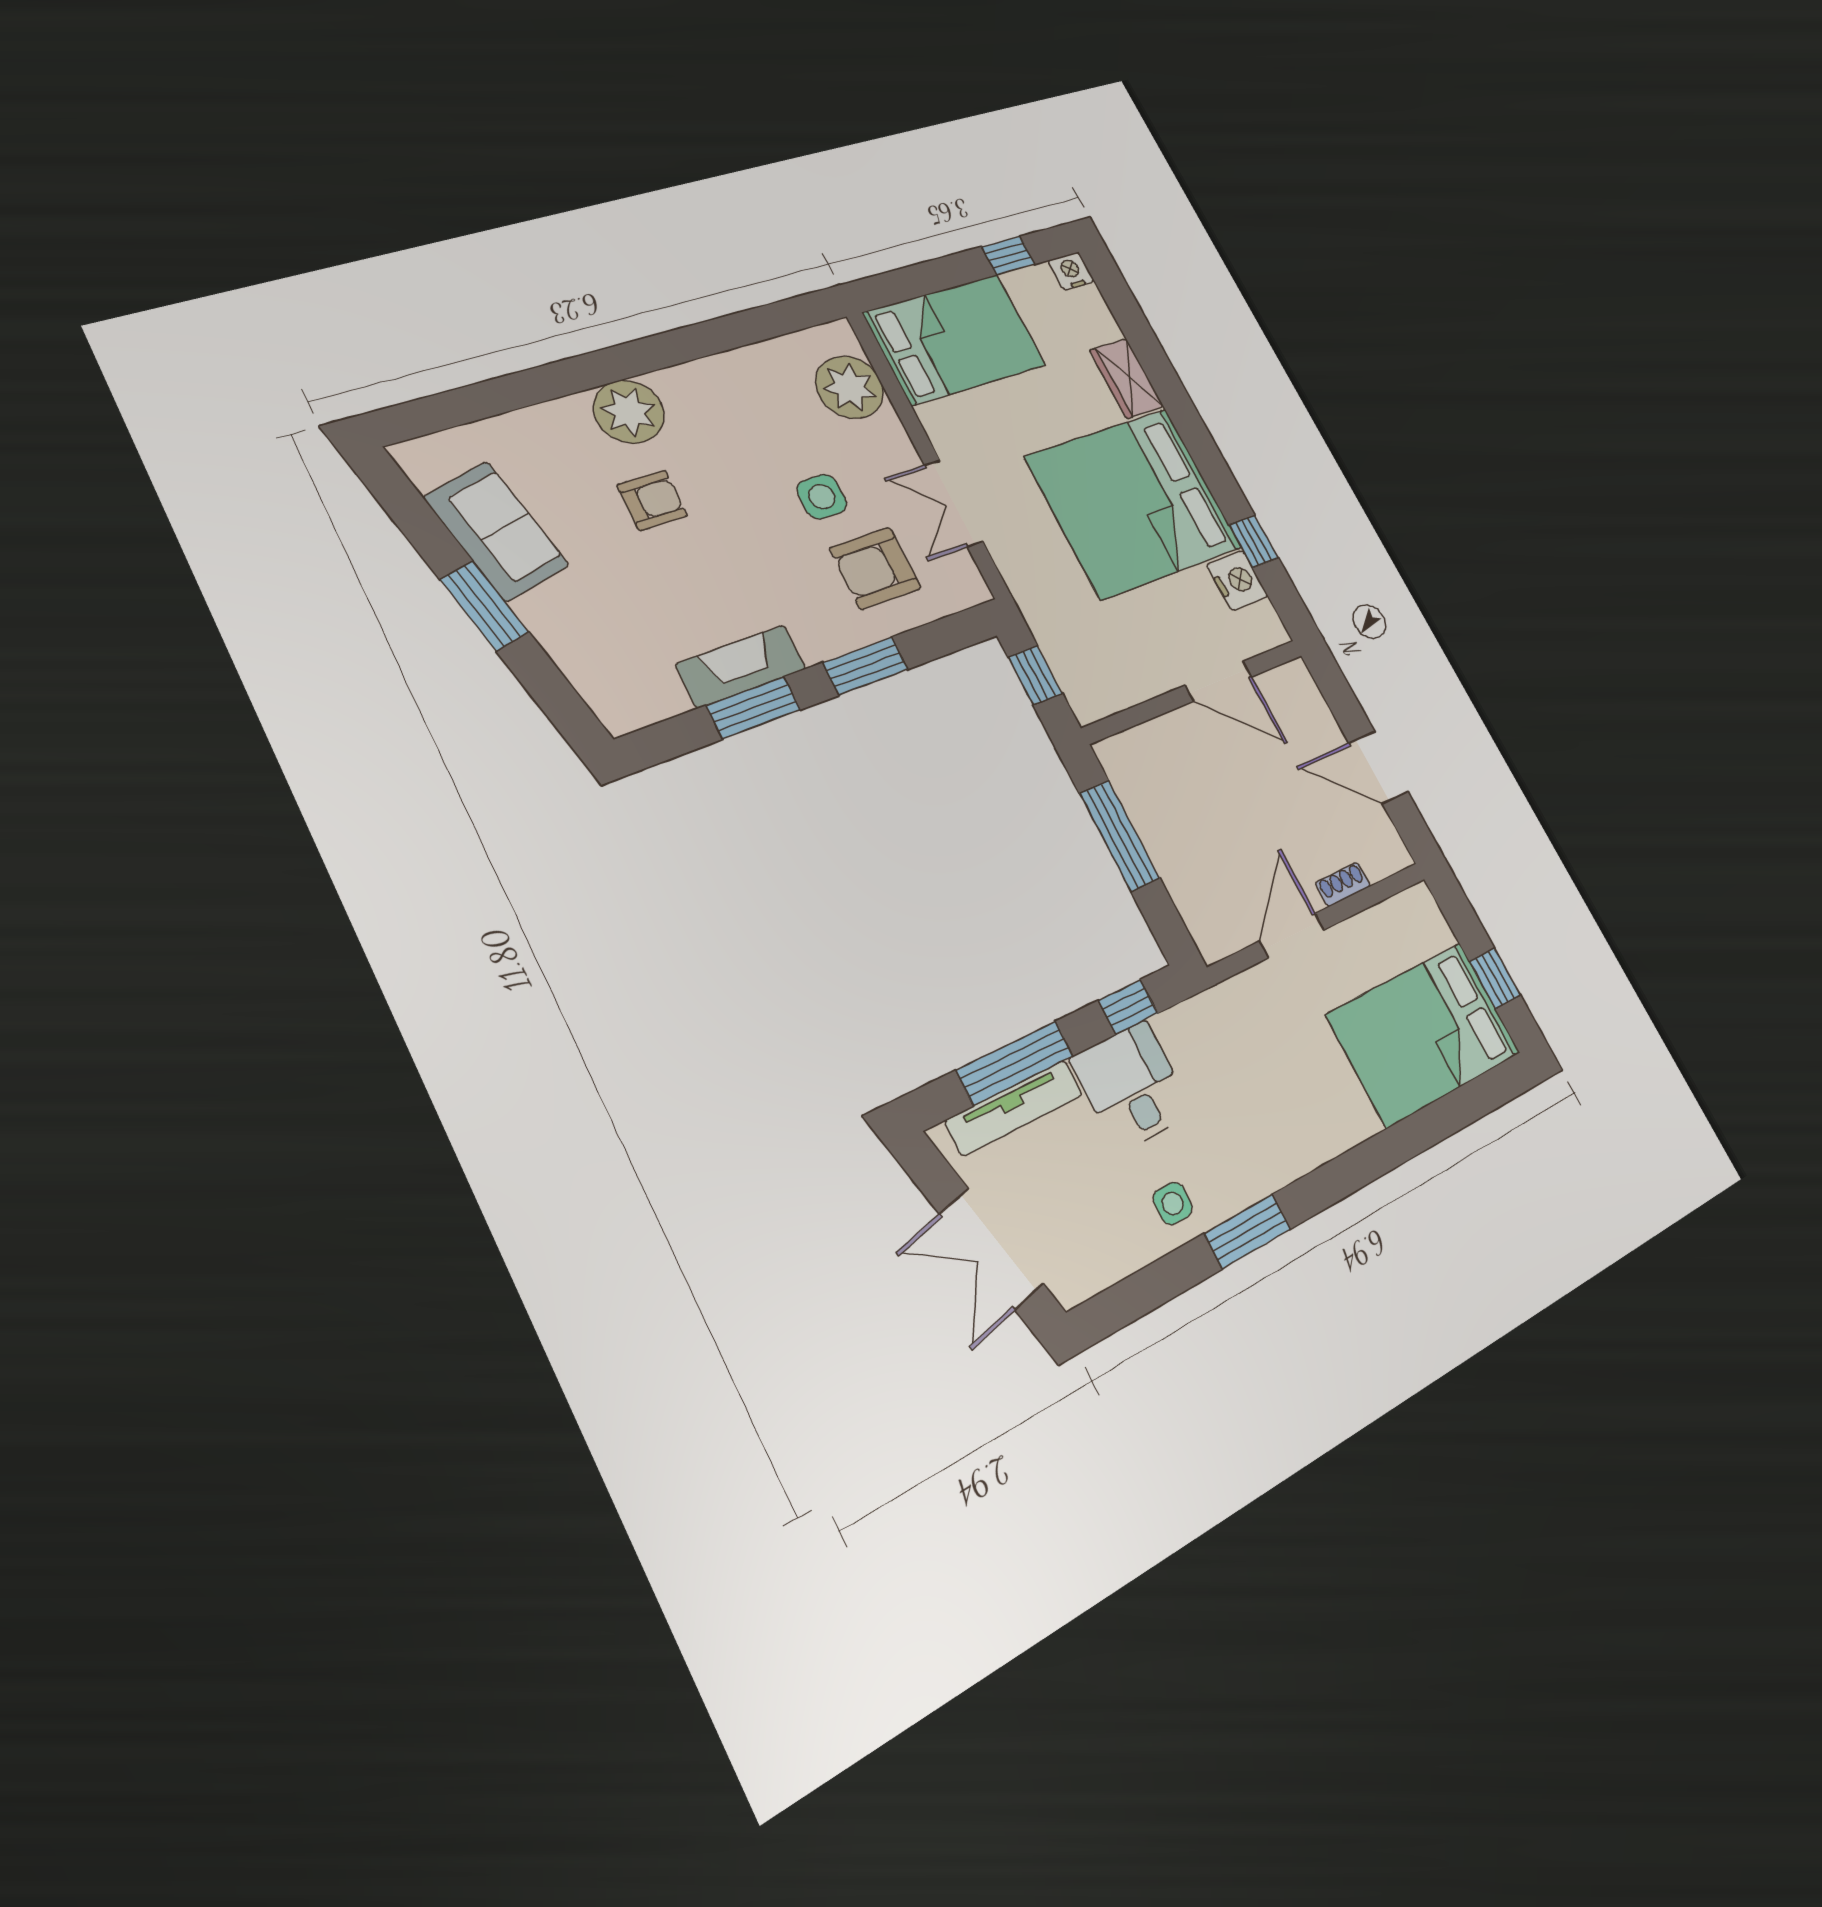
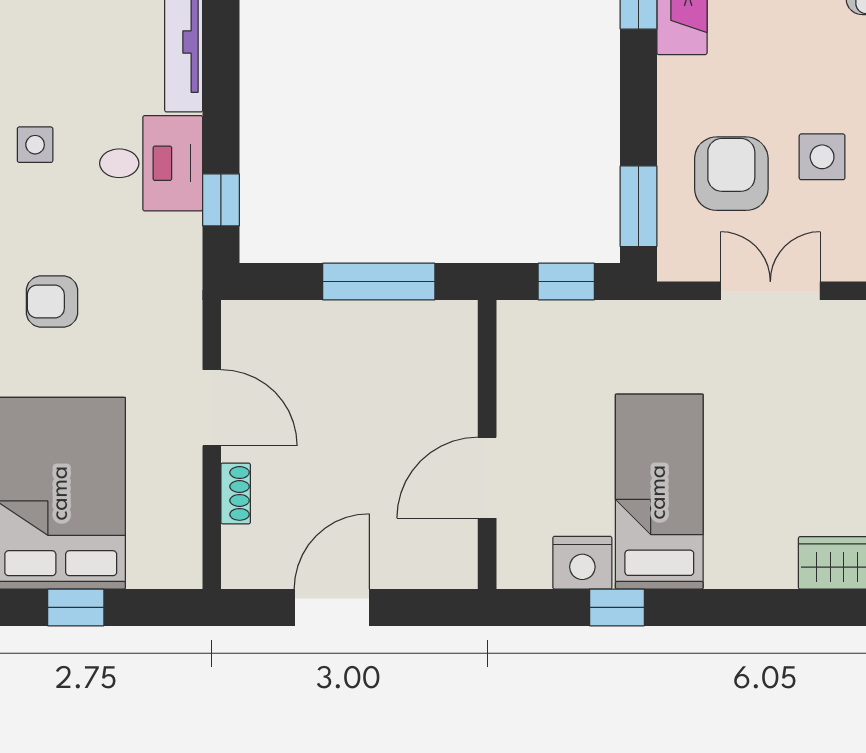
bed: (1134, 503) -> (659, 492), width x0.49
window: (865, 666) -> (639, 206), moved
window: (1015, 1063) -> (221, 64), removed
armchair: (1288, 1119) -> (52, 302), added

